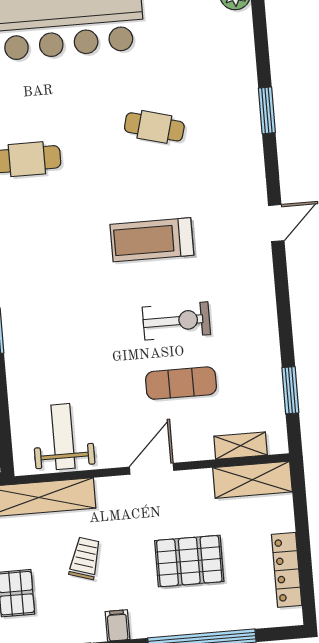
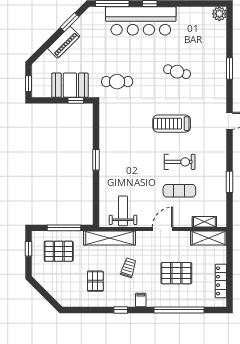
window: (290, 390) -> (230, 182), moved

